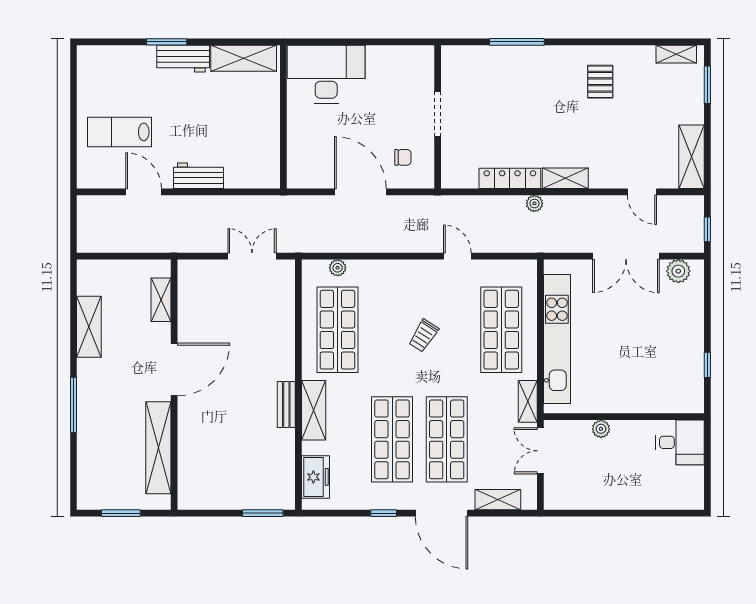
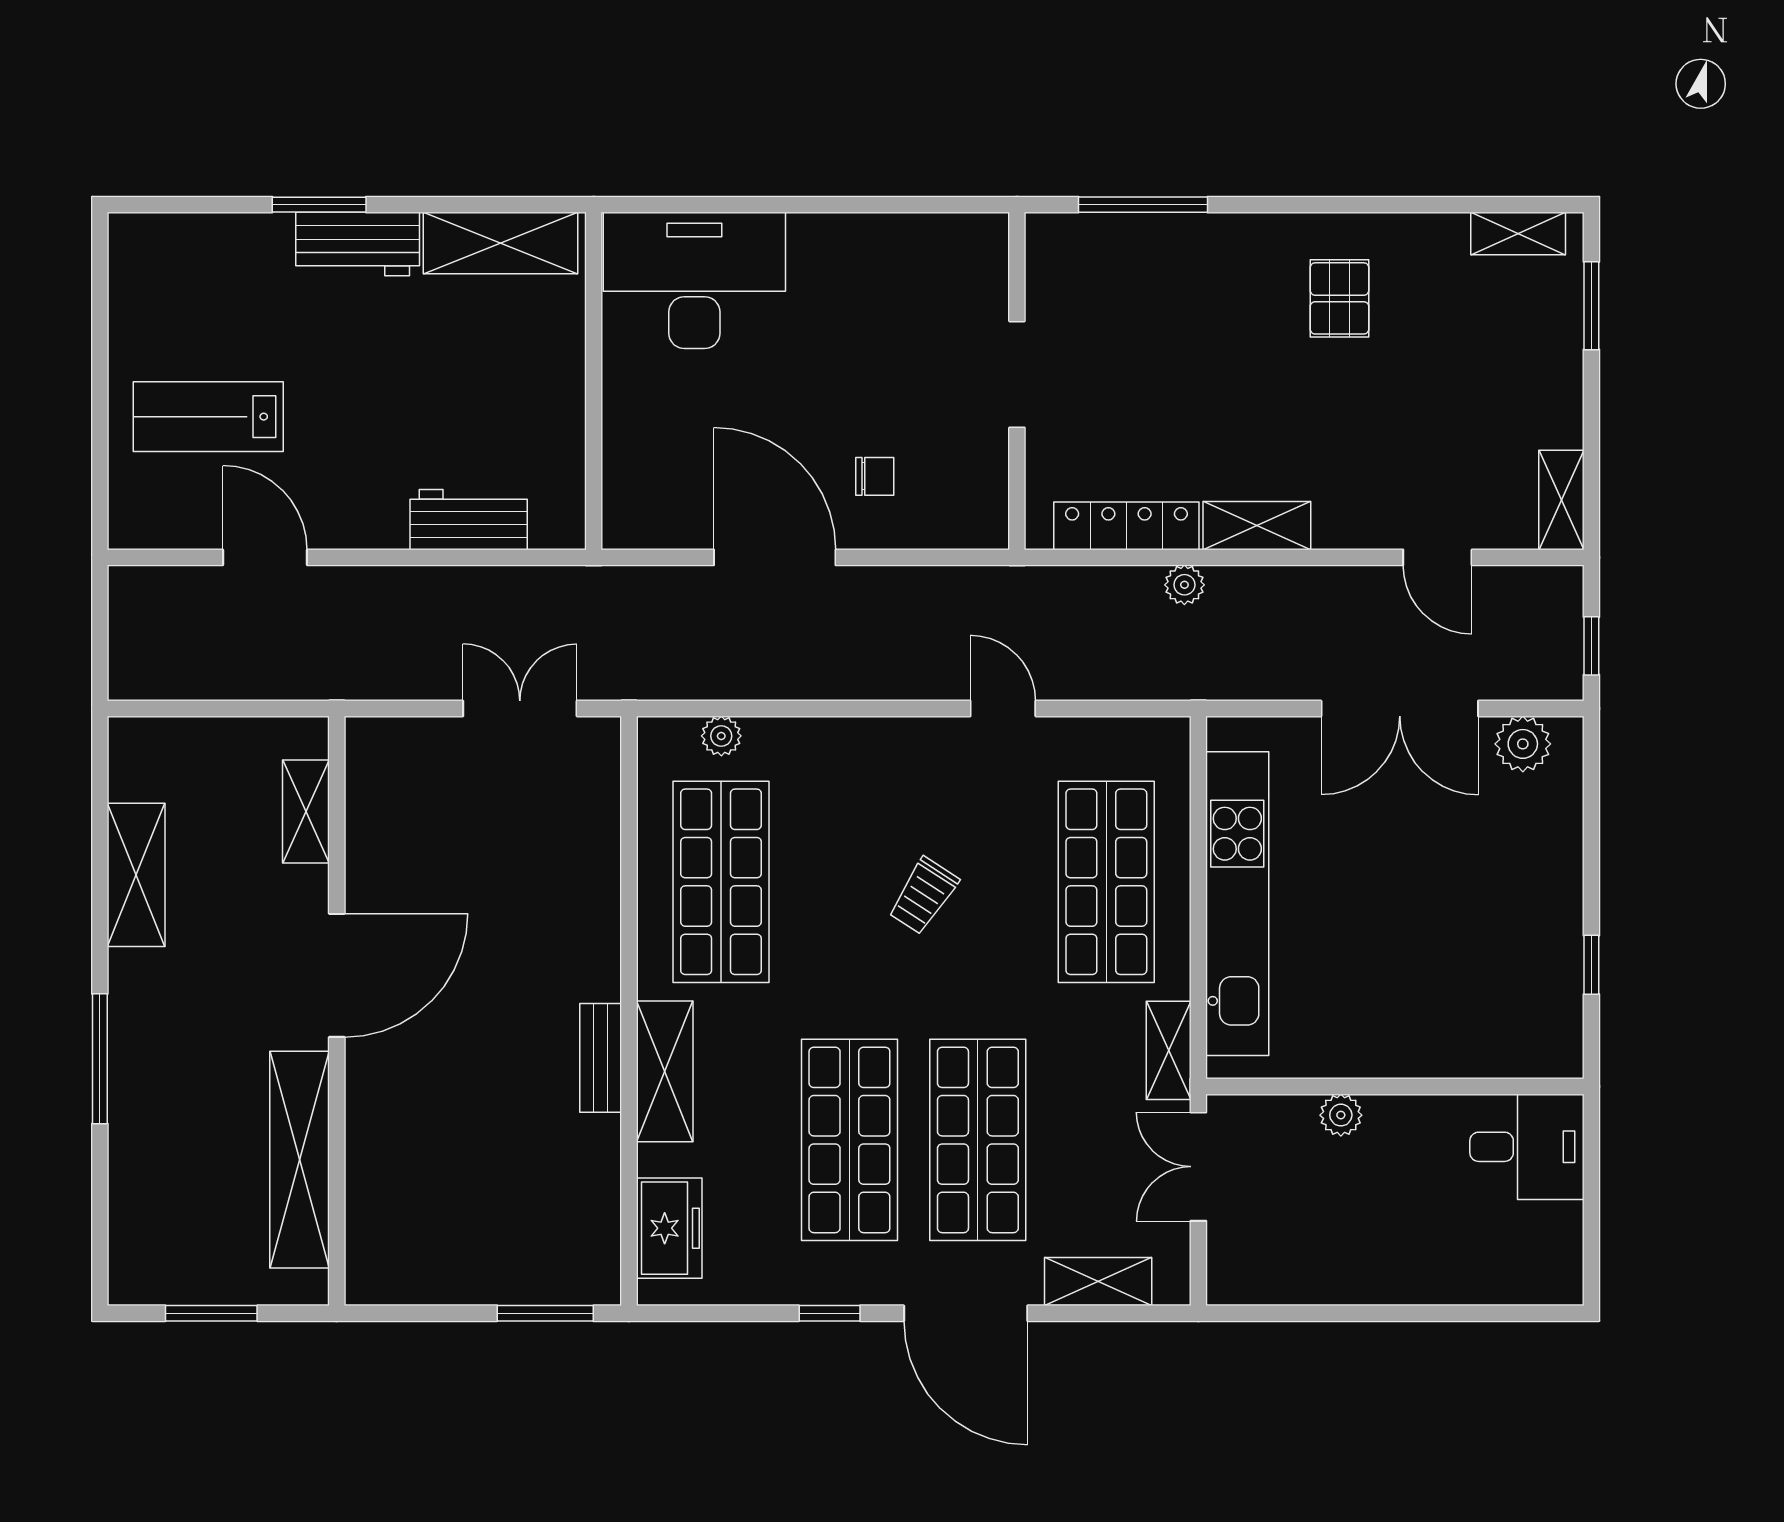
doorway: (438, 114) -> (1017, 374), moved
wall: (438, 117) -> (1017, 381), moved
shelving: (691, 157) -> (1561, 500), width x0.67, depth x0.75
workbench: (198, 176) -> (469, 520), moved

